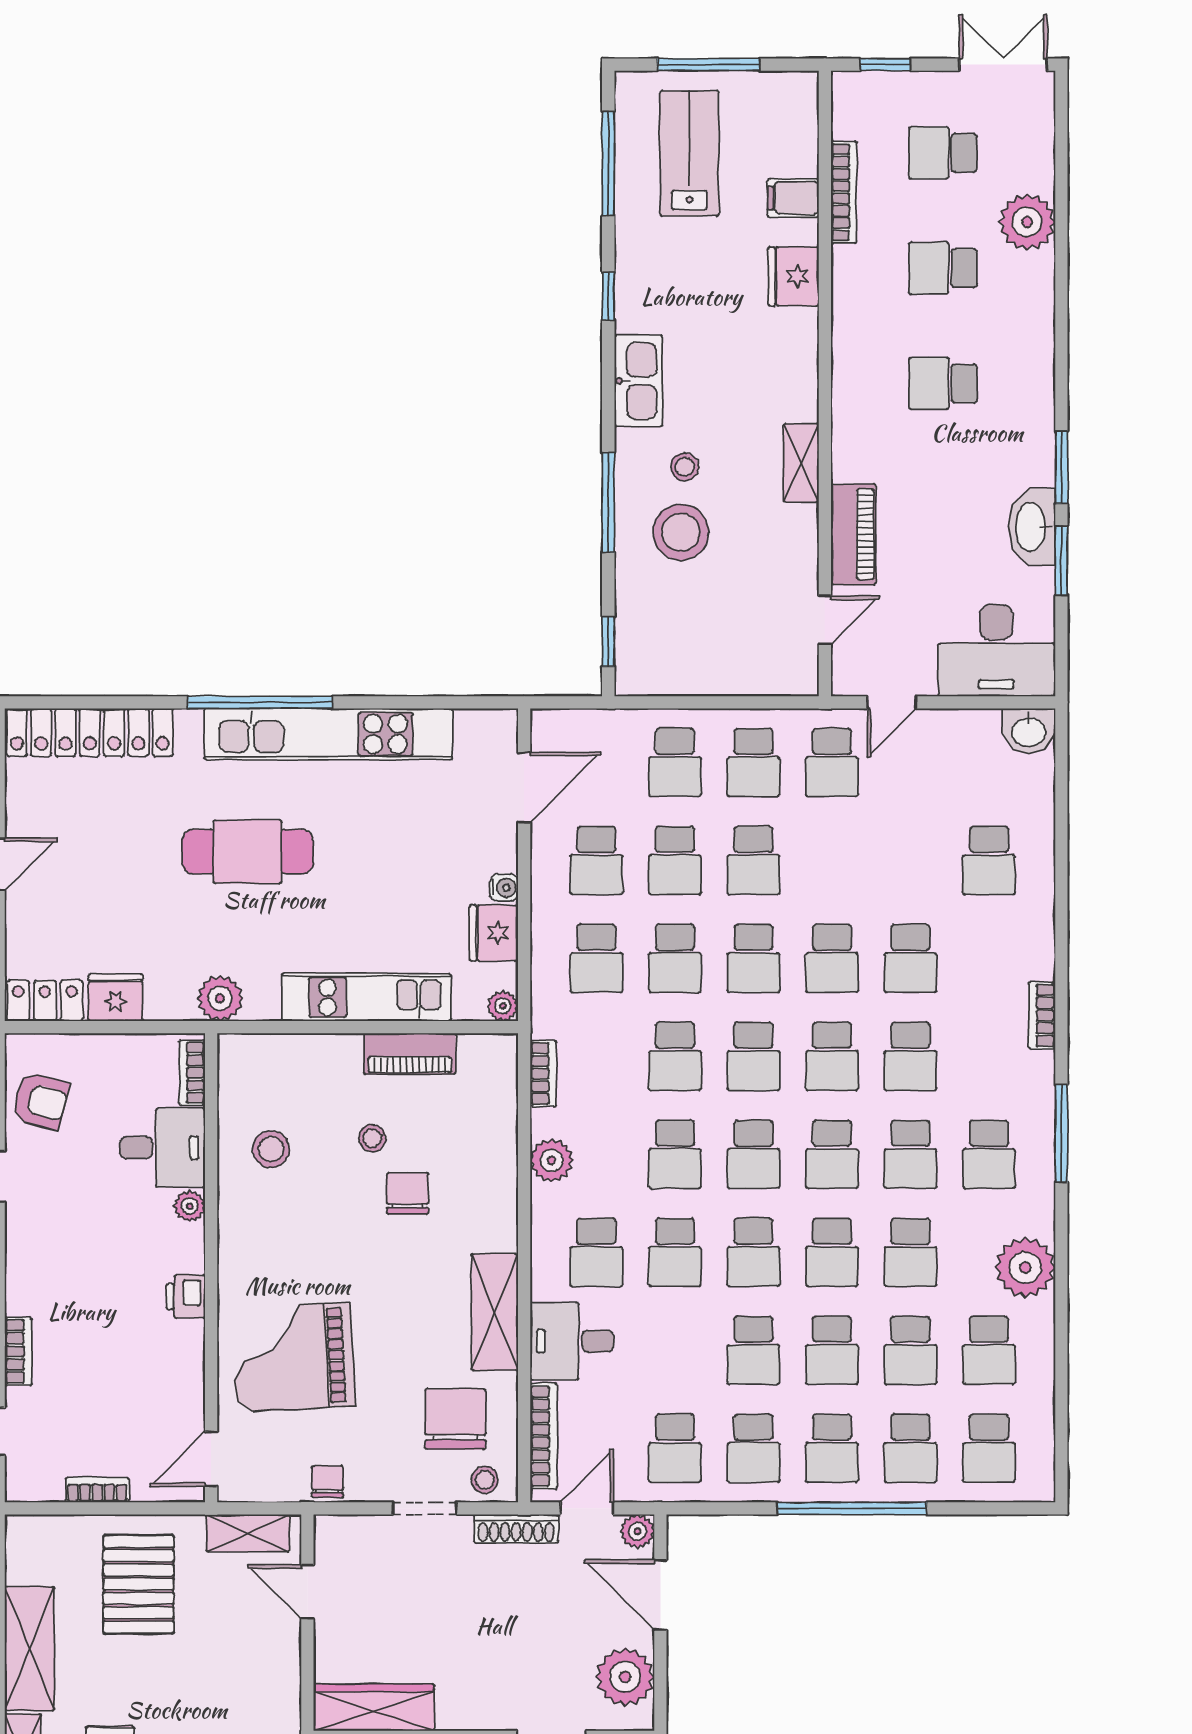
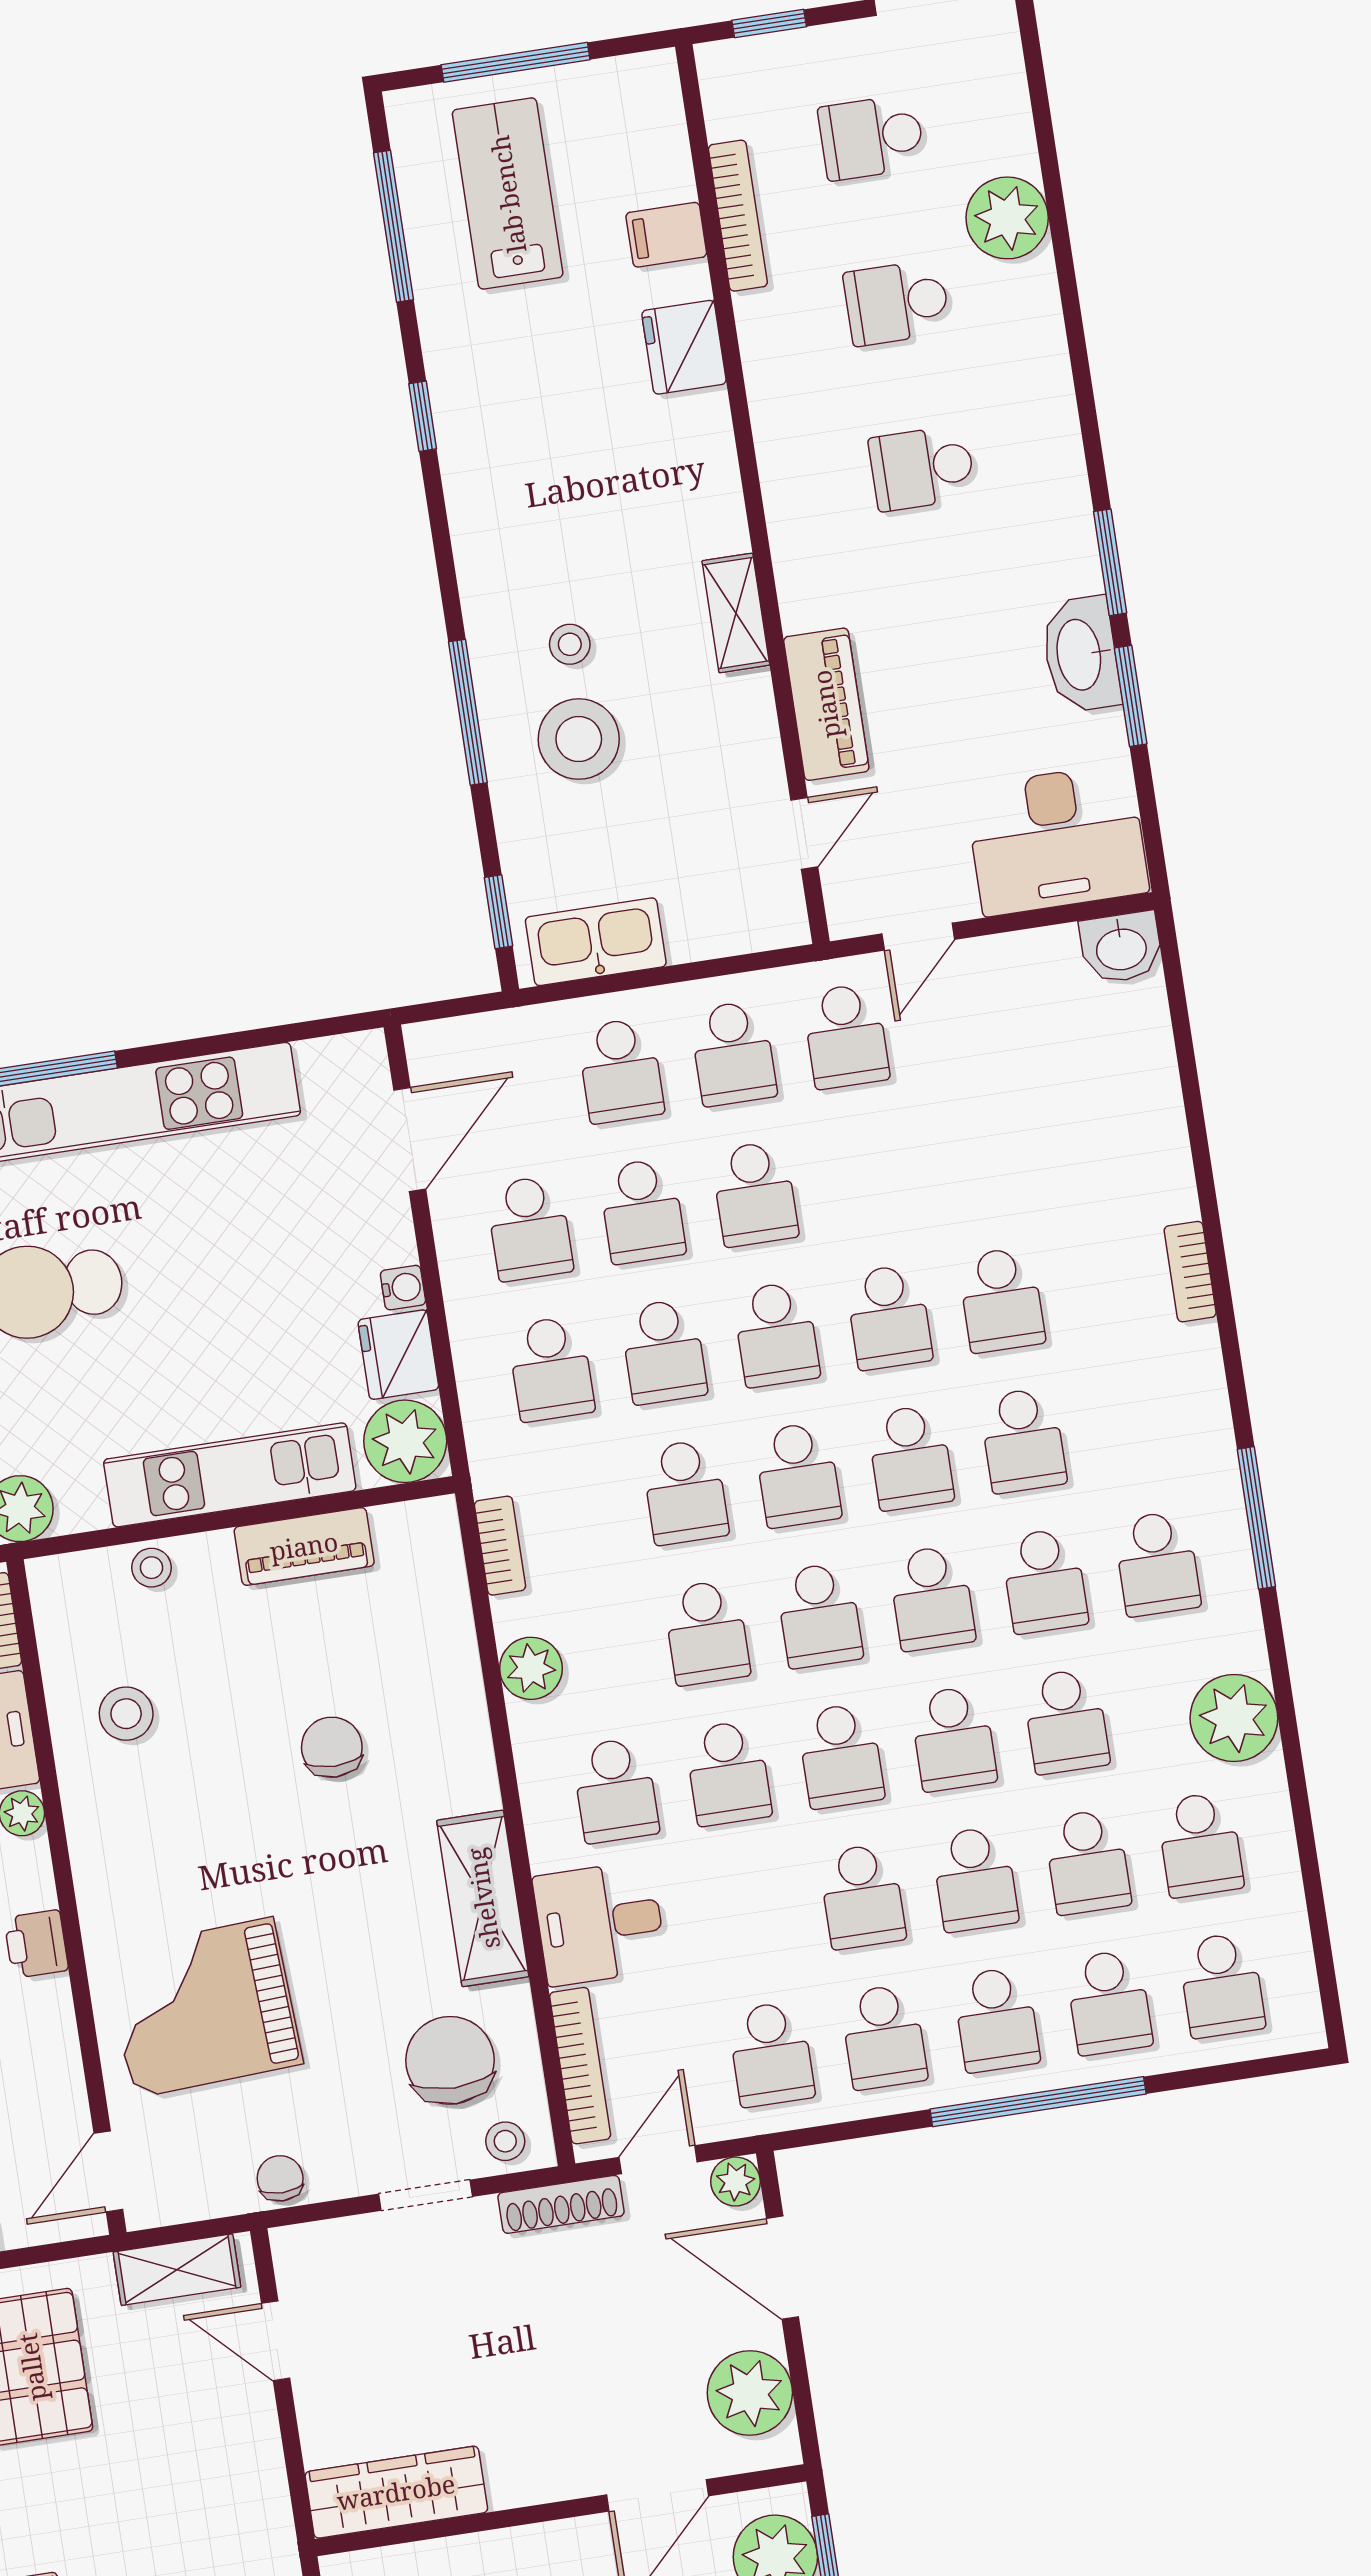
kitchen sink: (638, 381) -> (596, 942), moved, turned -90
school desk: (989, 860) -> (1093, 1142), removed
plant: (503, 1006) -> (405, 1441), width x1.87, depth x1.87
bookcase: (1042, 1015) -> (1190, 1272), moved
stool: (372, 1138) -> (152, 1568), moved

